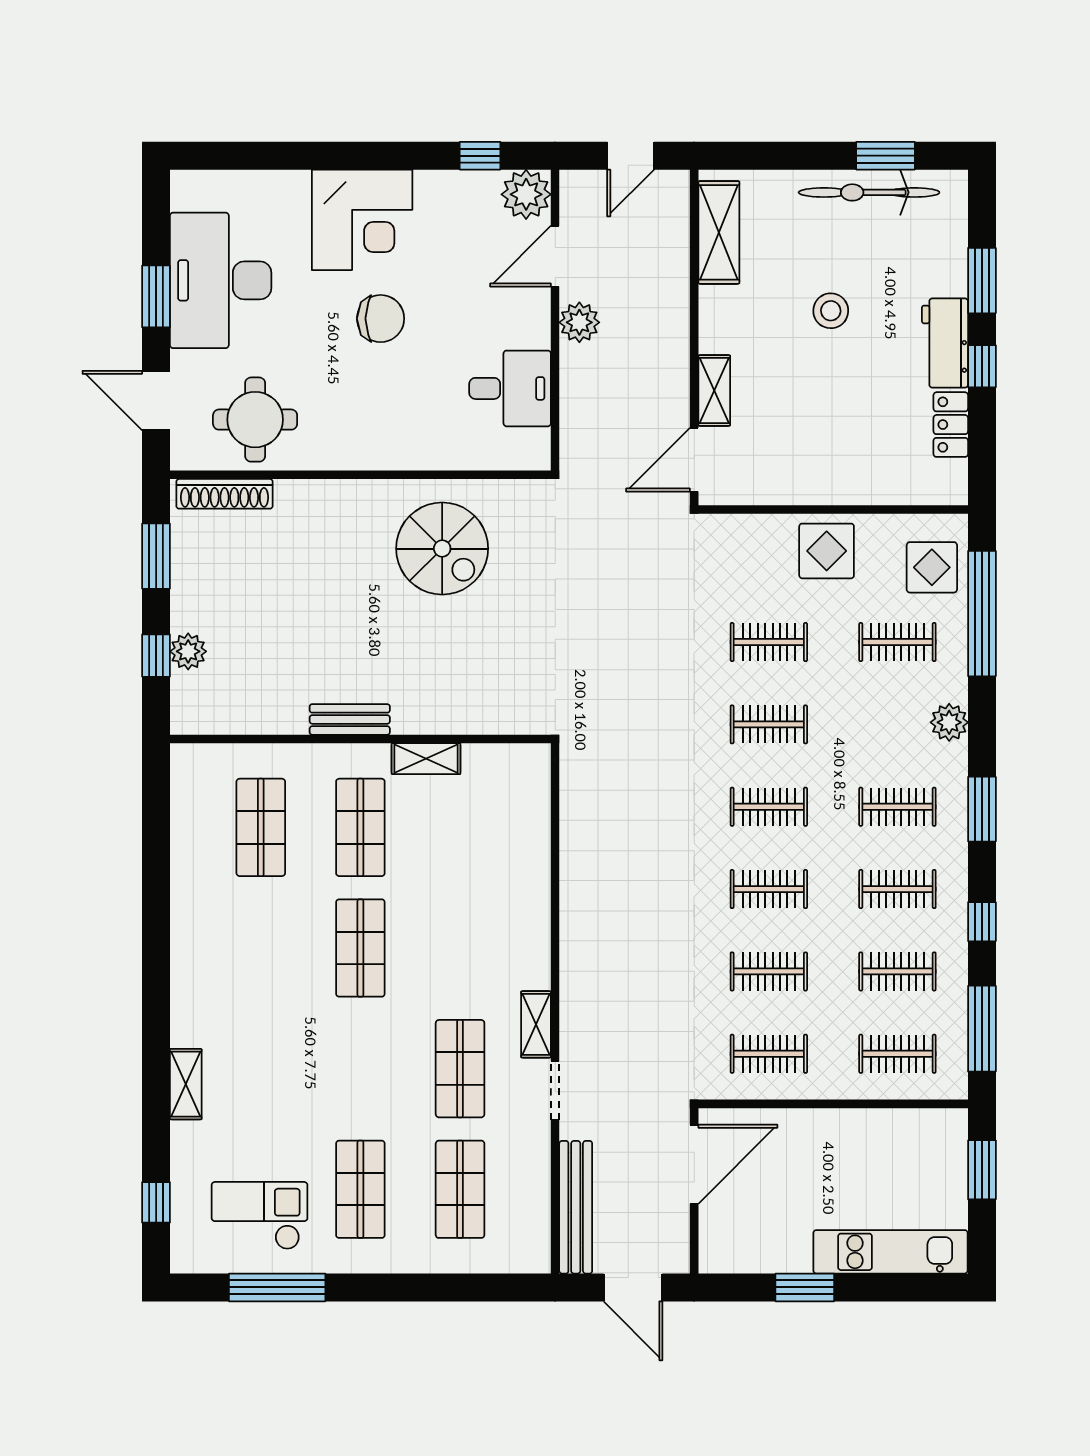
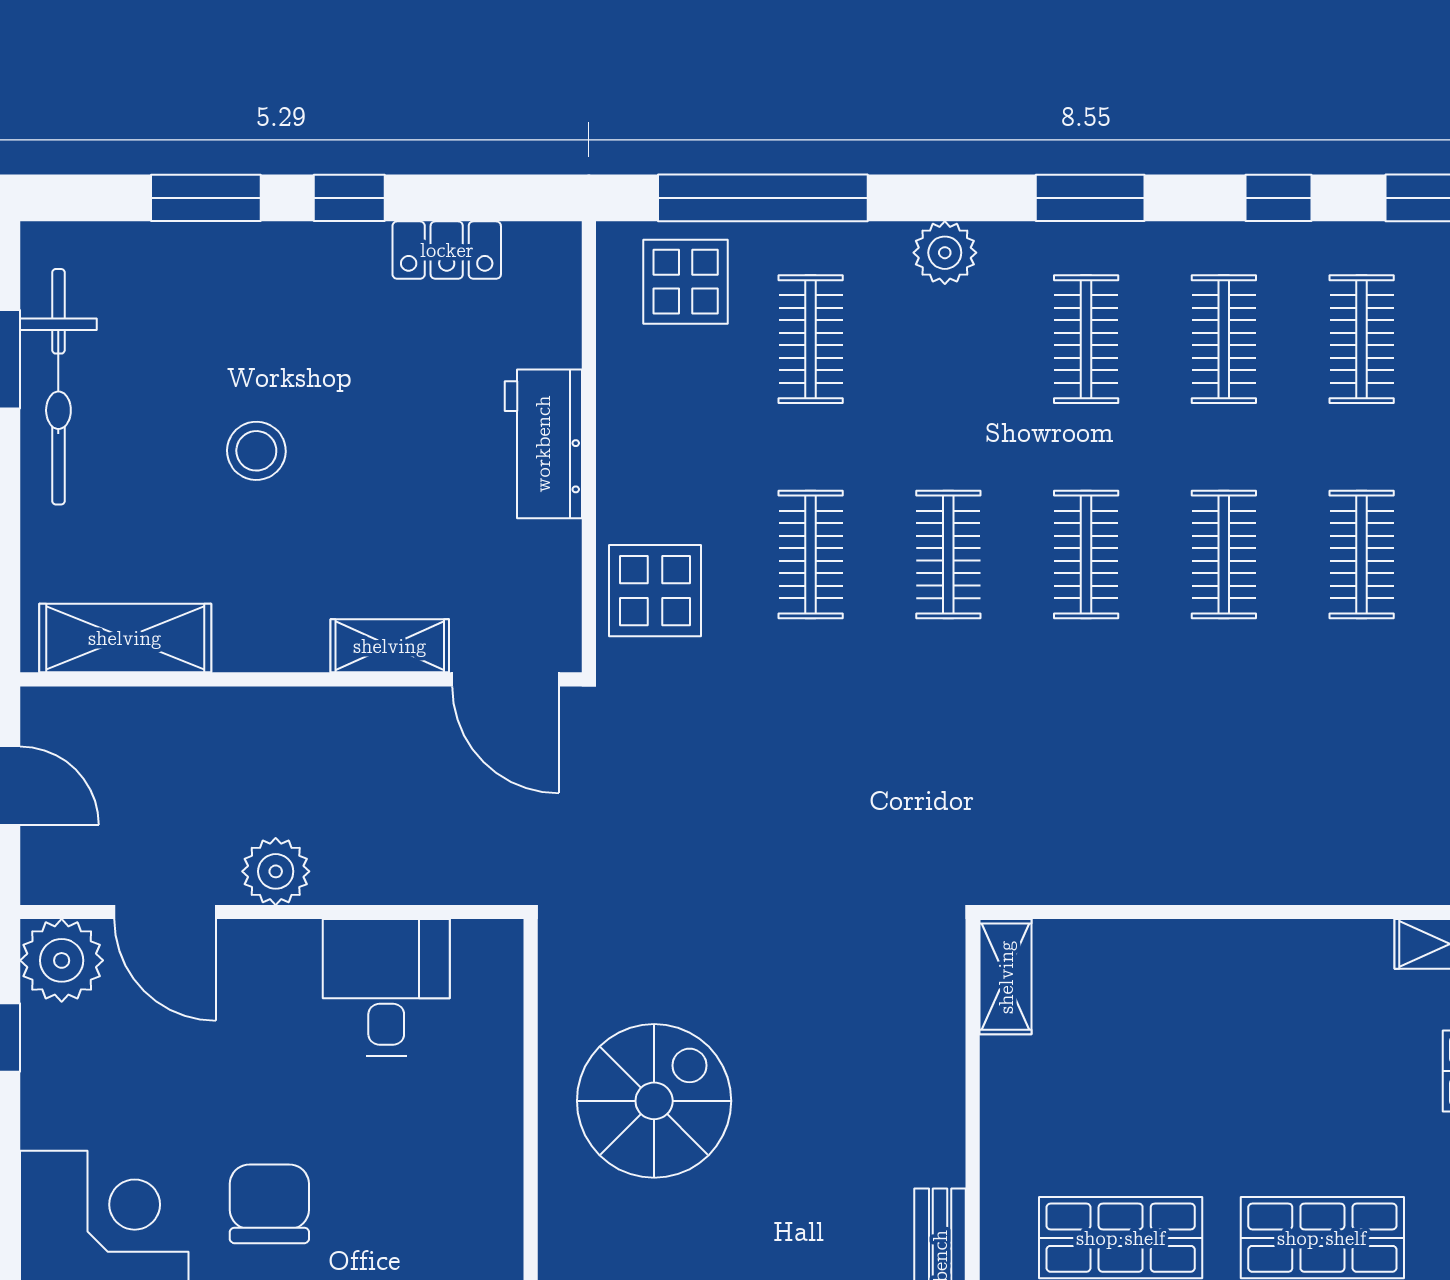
workbench: (945, 343) -> (543, 444), moved, turned 90
display table: (827, 551) -> (655, 591), moved
shelving: (426, 759) -> (1006, 977), moved

